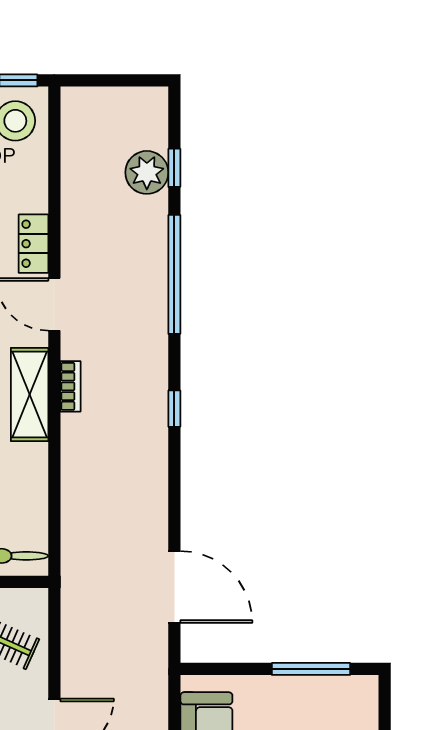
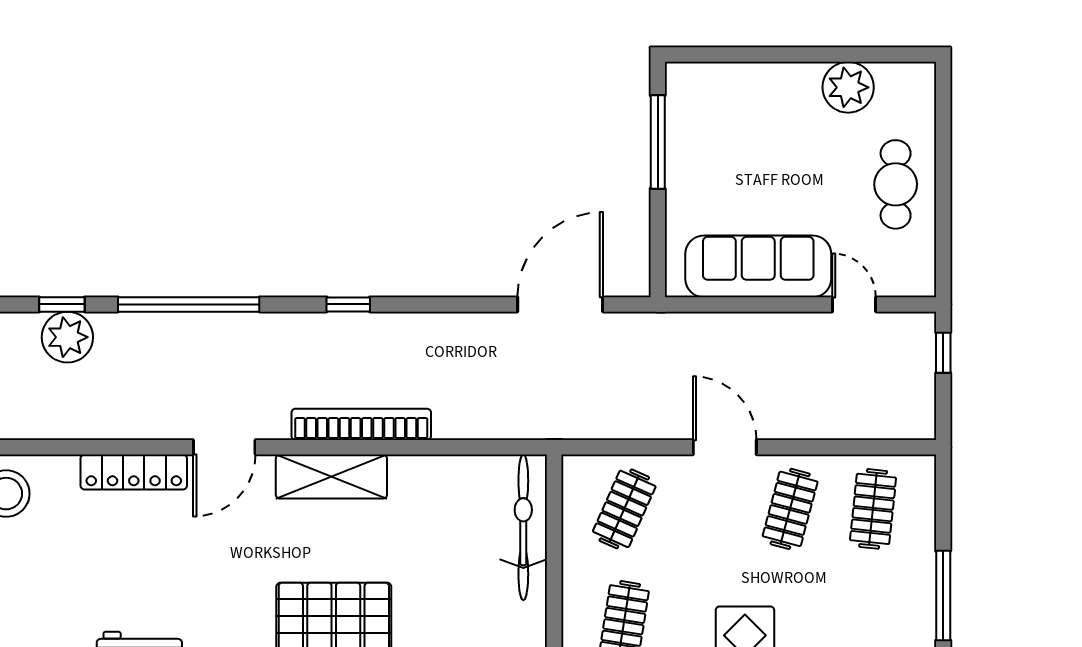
locker: (33, 244) -> (134, 472), width x1.53
bookcase: (70, 386) -> (361, 424), width x2.31, depth x1.31

